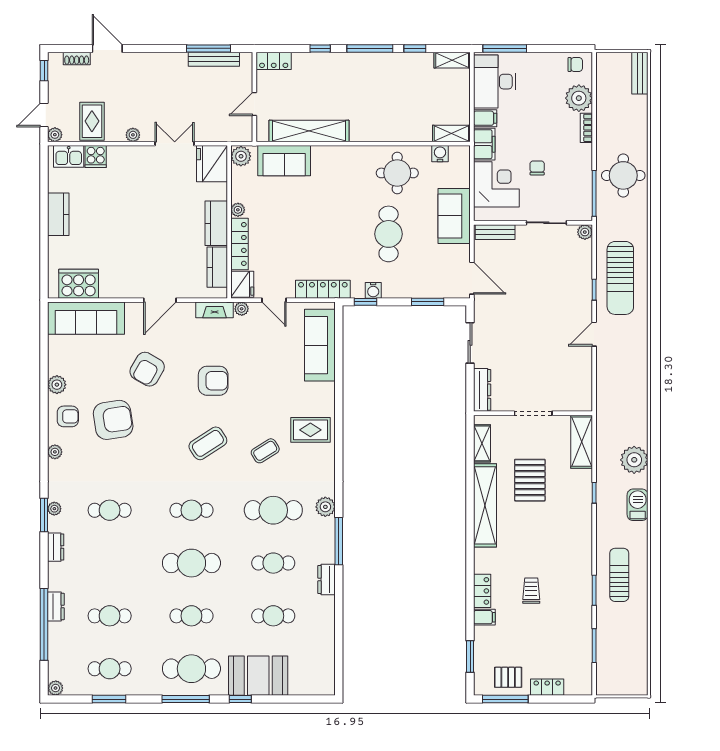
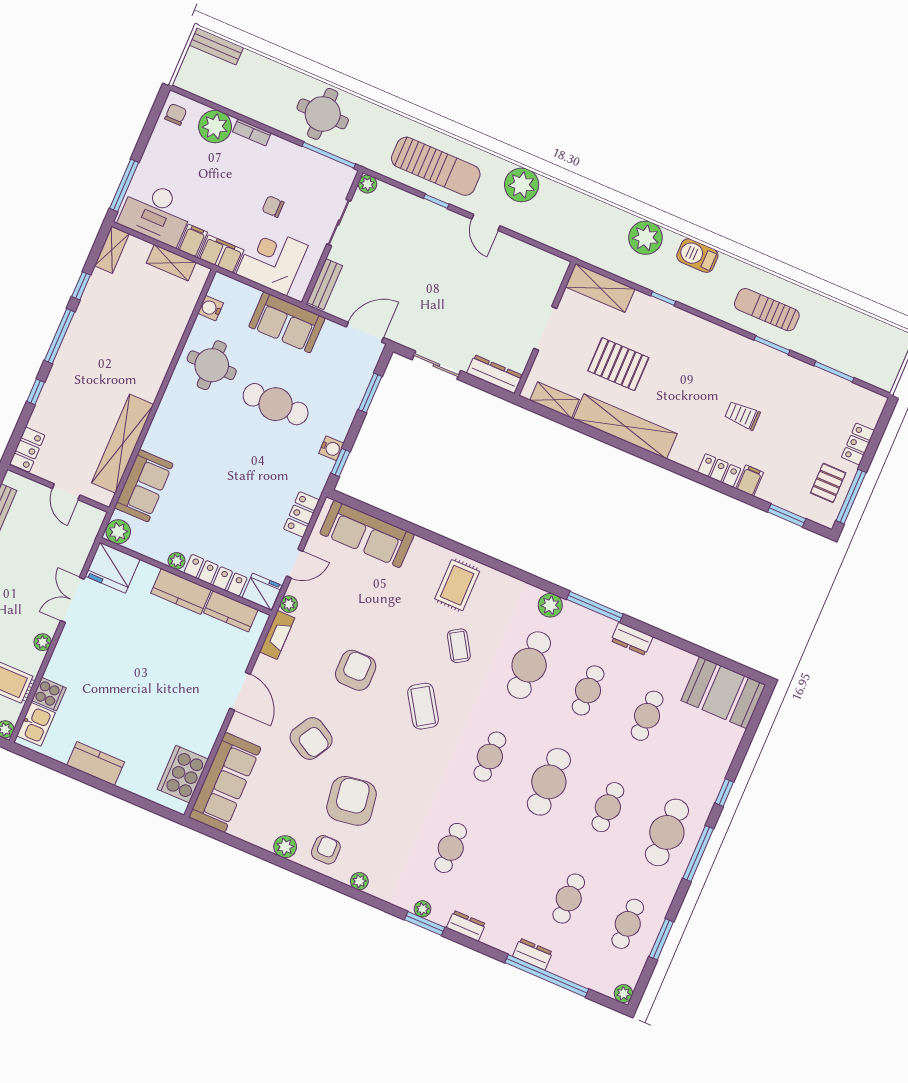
shelving: (451, 133) -> (171, 263), moved, turned 90
locker: (323, 289) -> (301, 514), width x0.66
plant: (634, 349) -> (522, 185), added
booth: (258, 676) -> (723, 693), moved, turned 90

